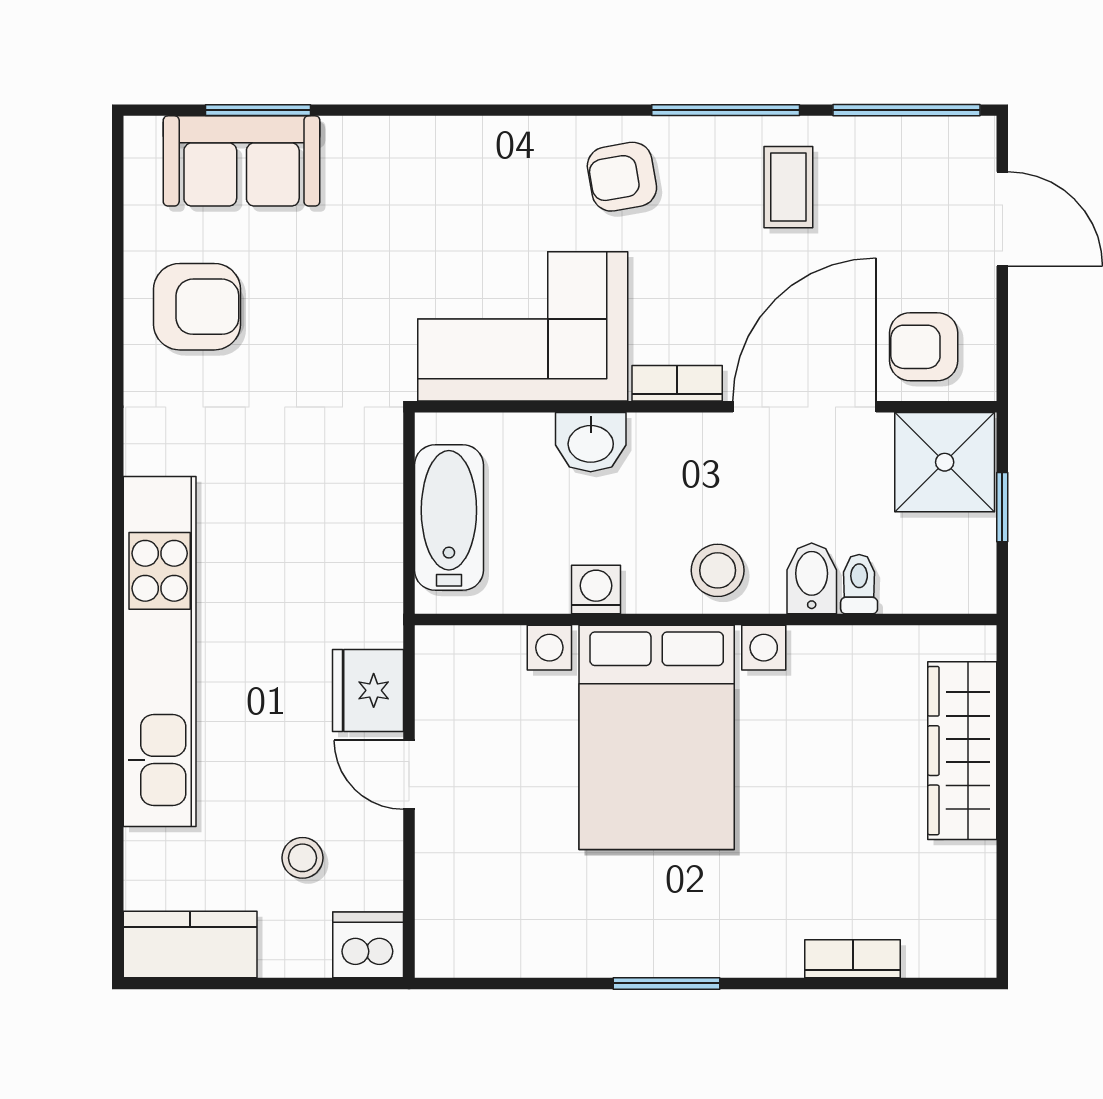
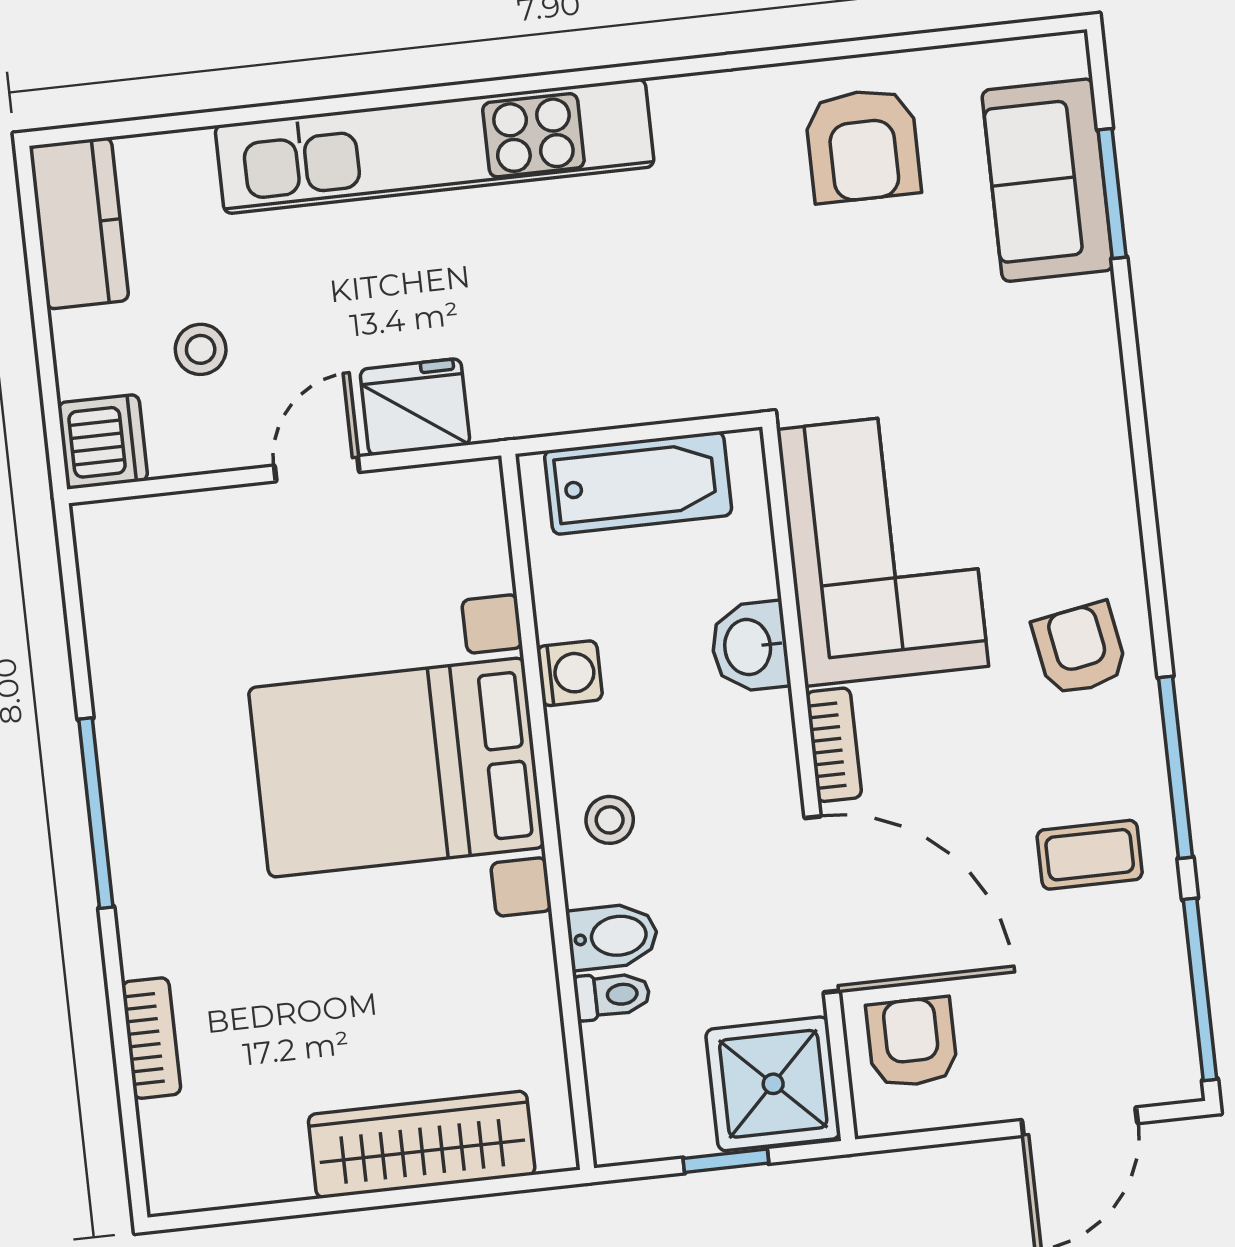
stool: (718, 570) -> (610, 820), width x0.73, depth x0.73
window: (666, 983) -> (96, 813), width x1.44

